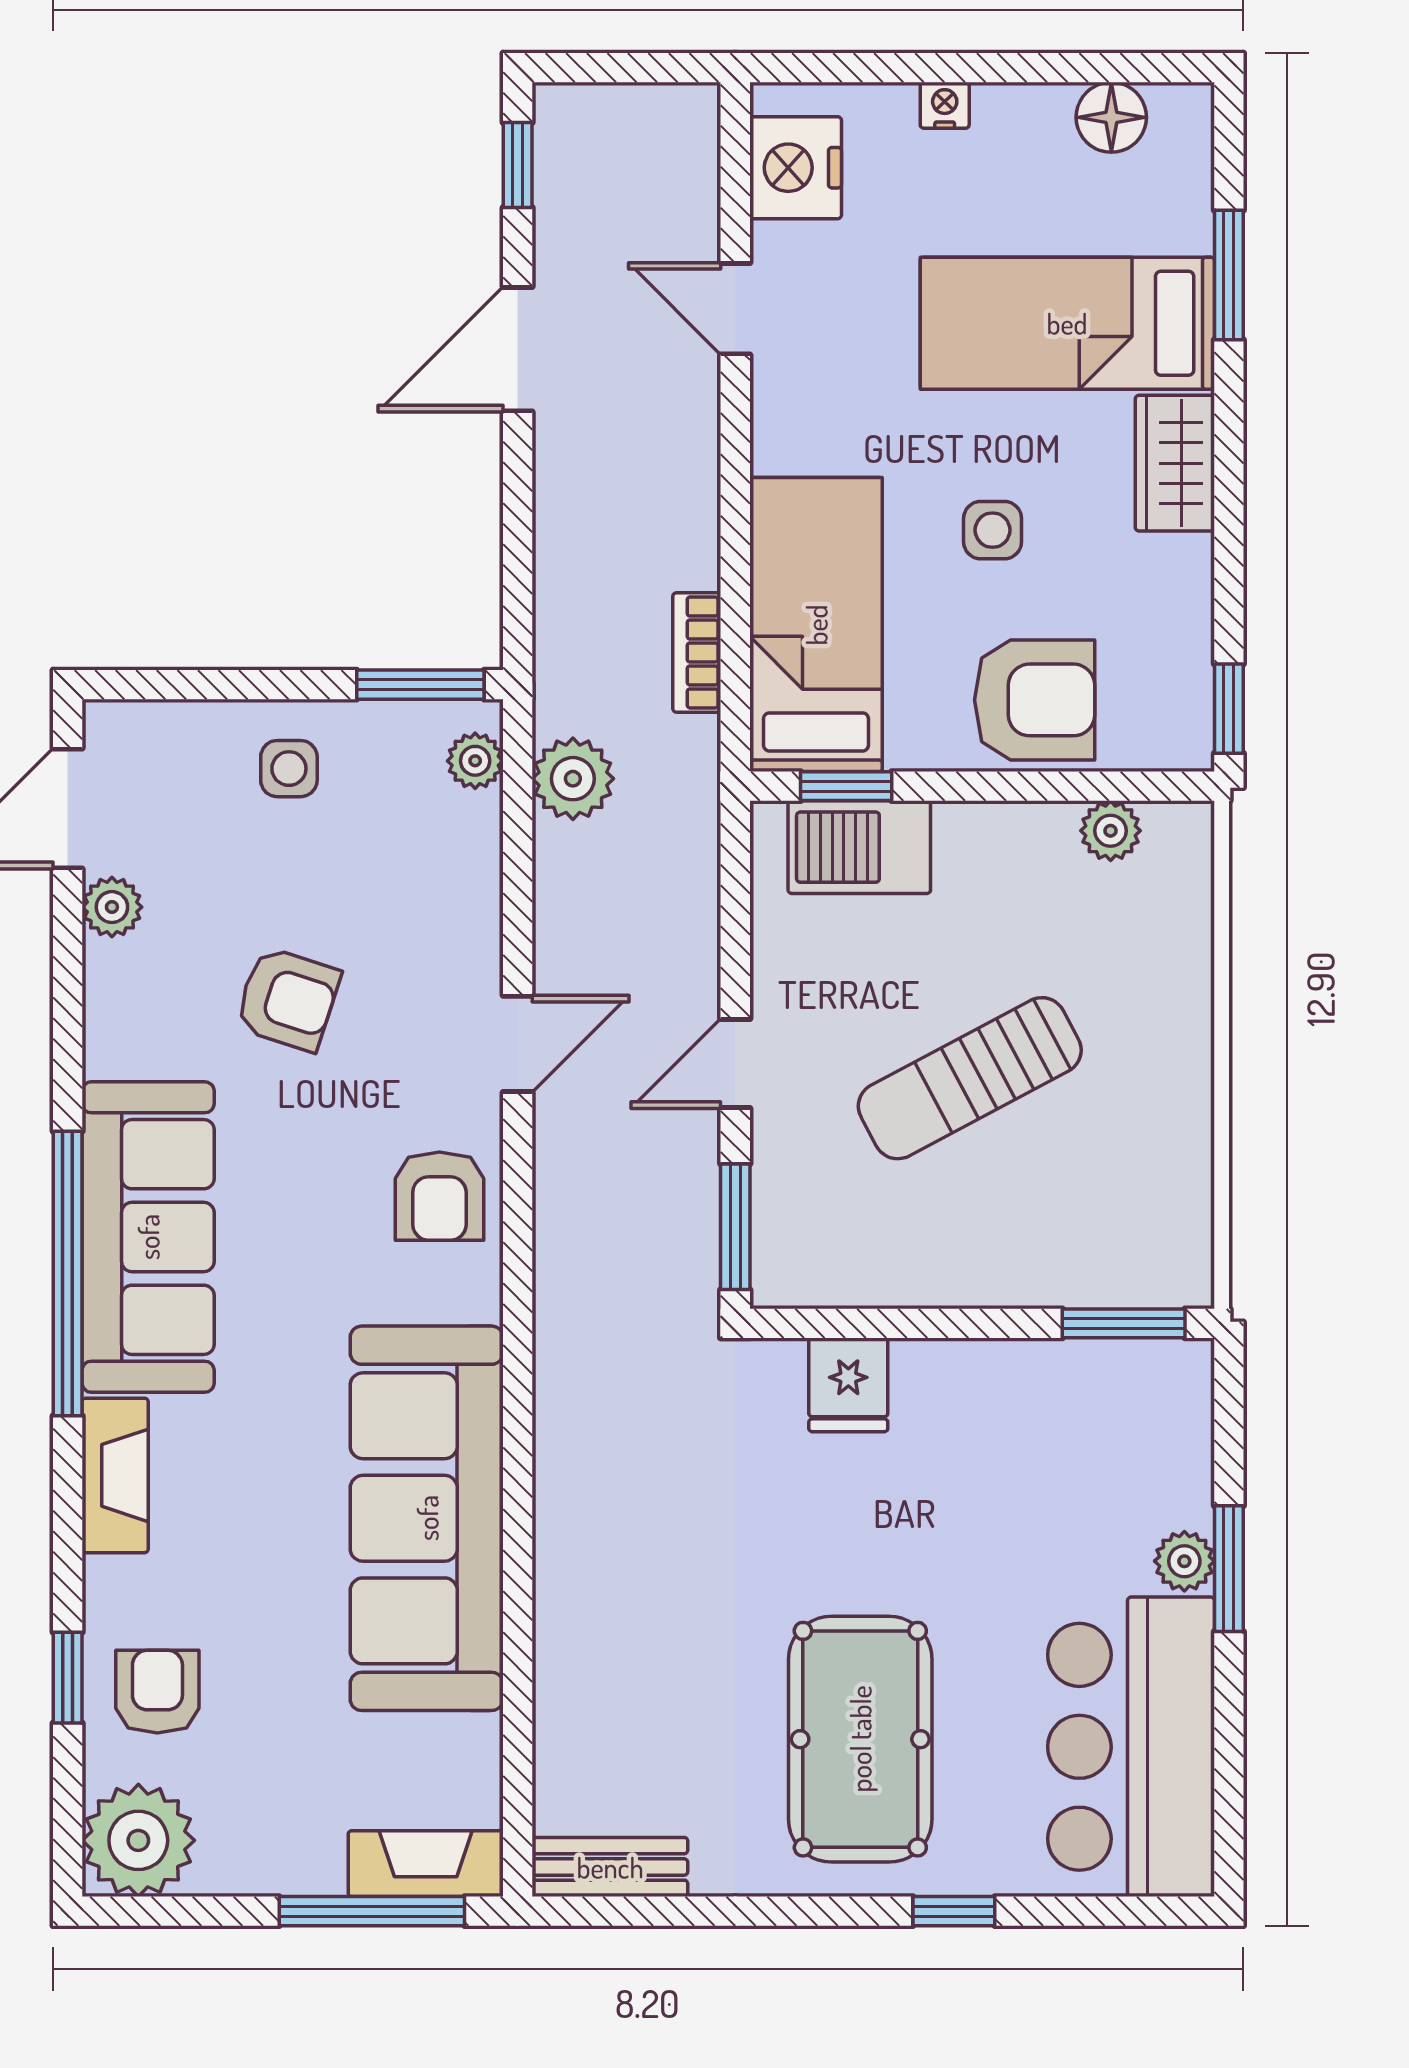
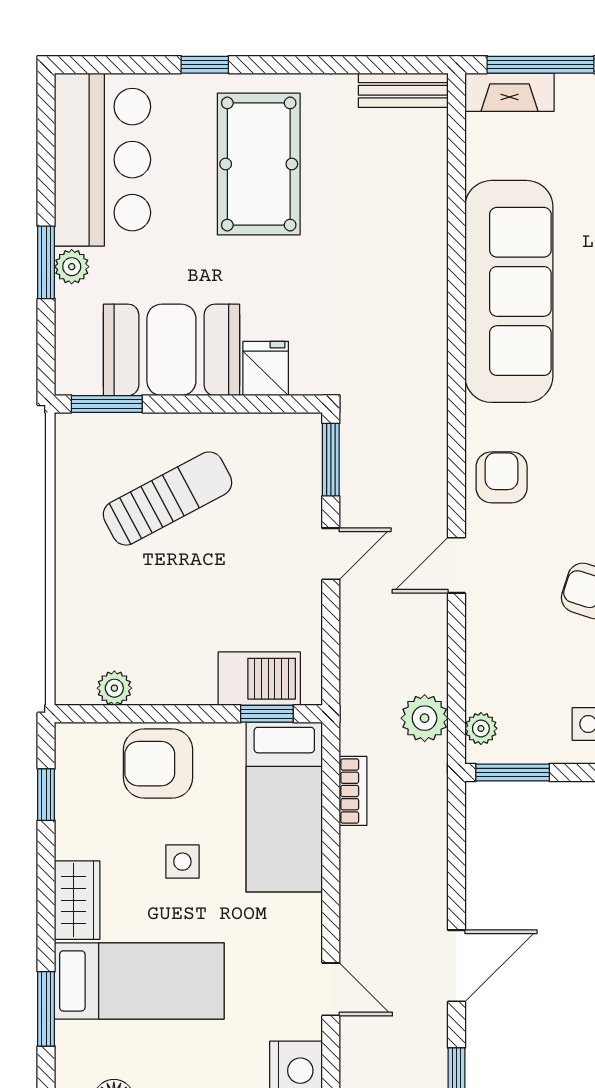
window: (1229, 709) -> (46, 795), moved
sun lounger: (970, 1078) -> (168, 498), moved
booth: (1012, 1417) -> (171, 350), added

